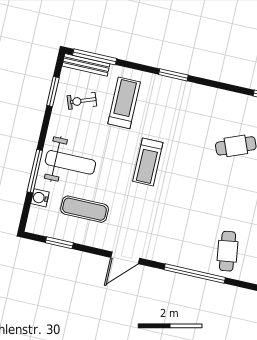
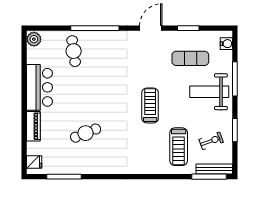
window: (173, 75) -> (146, 177), removed
window: (53, 92) -> (235, 130), moved
water cooler: (40, 198) -> (226, 44), moved
window: (59, 243) -> (188, 28), moved

